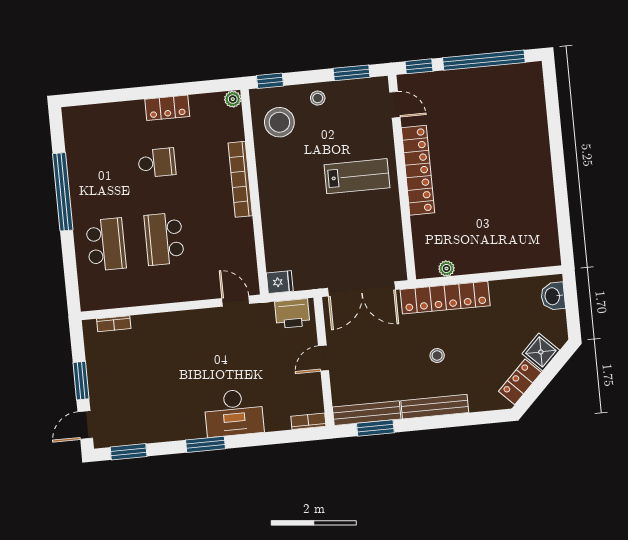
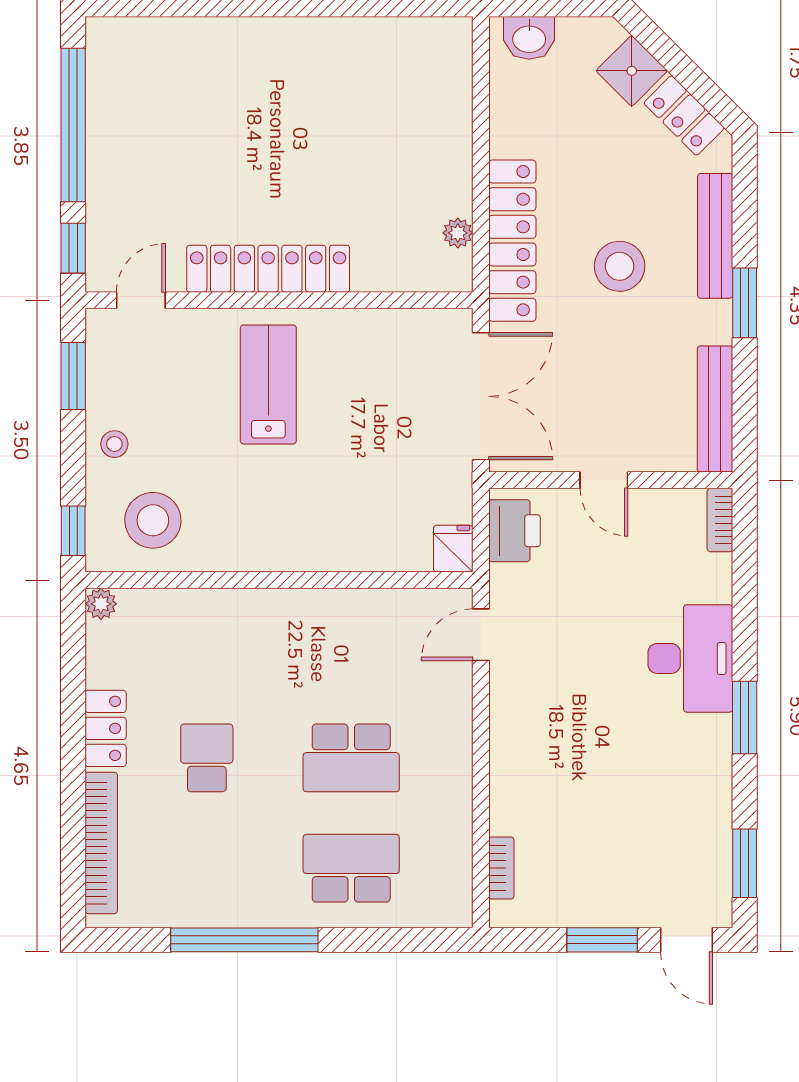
bookcase: (240, 179) -> (101, 843), moved, turned -90
stool: (437, 355) -> (620, 266), width x1.89, depth x1.89
bench: (435, 407) -> (715, 236), moved
window: (375, 428) -> (745, 303), moved

